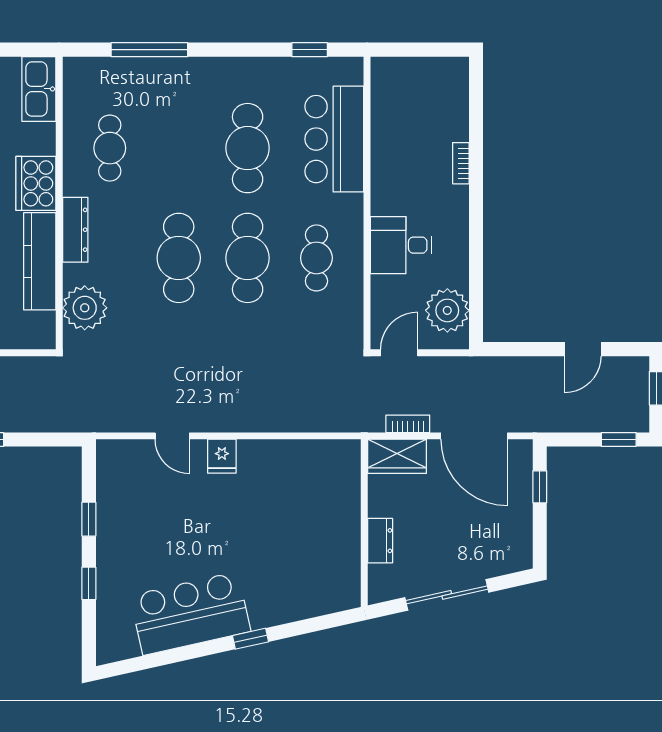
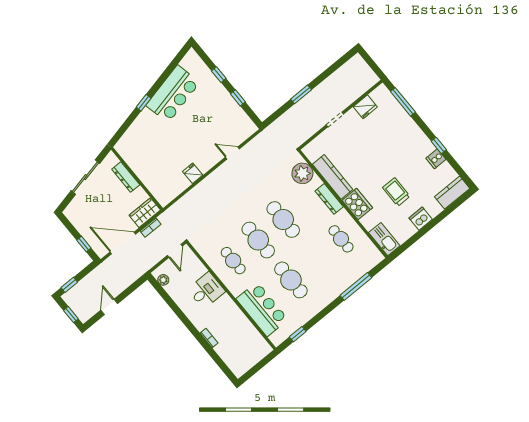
plant: (447, 310) -> (163, 280), width x0.53, depth x0.53
fridge: (222, 456) -> (193, 173), moved
dresser: (380, 541) -> (126, 177), width x1.44

